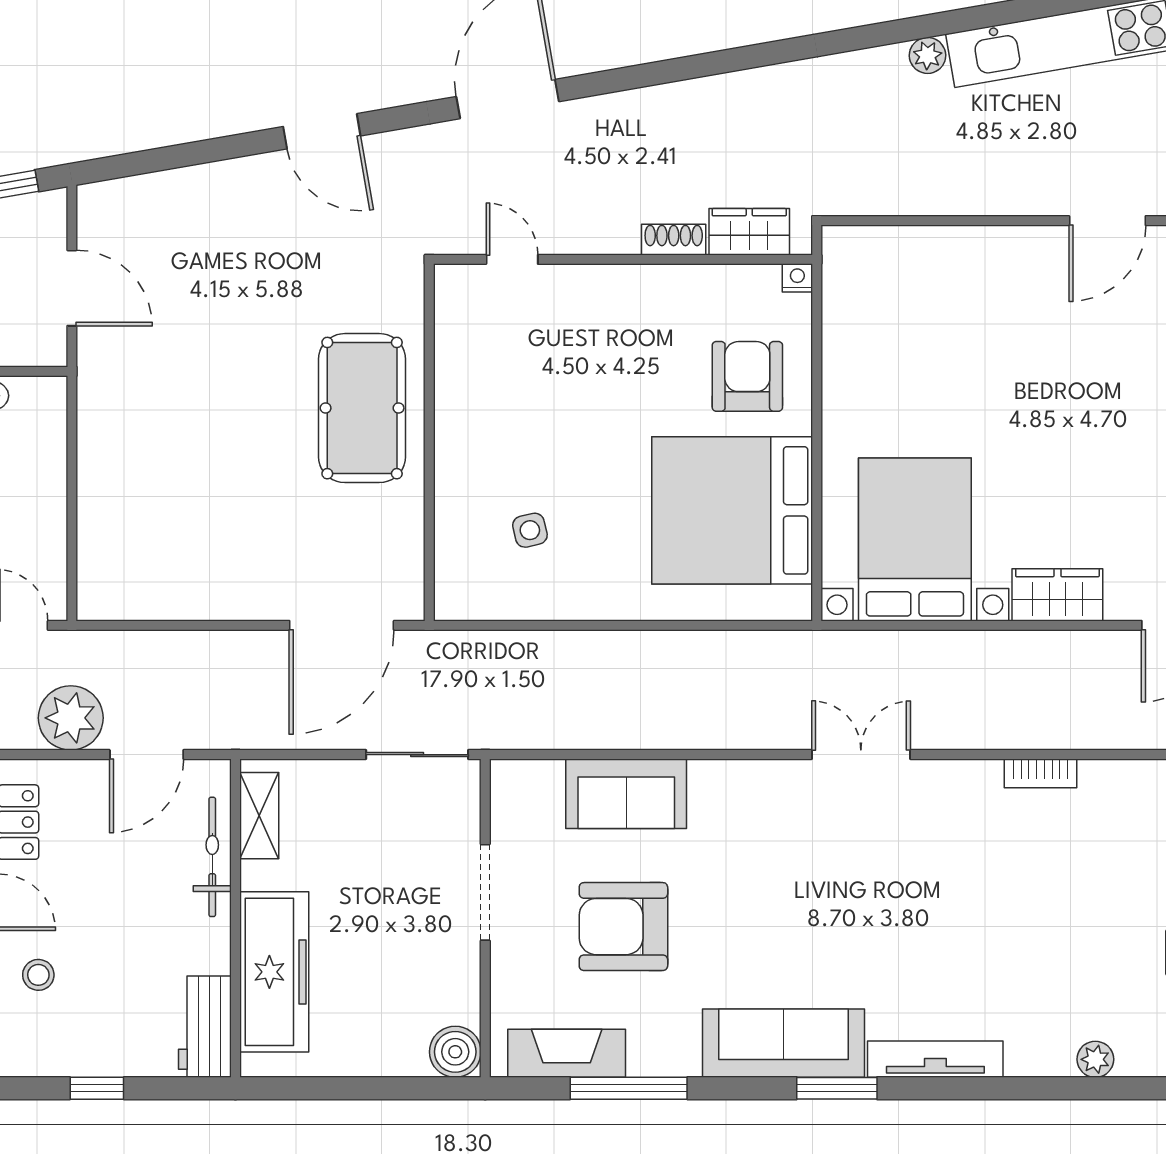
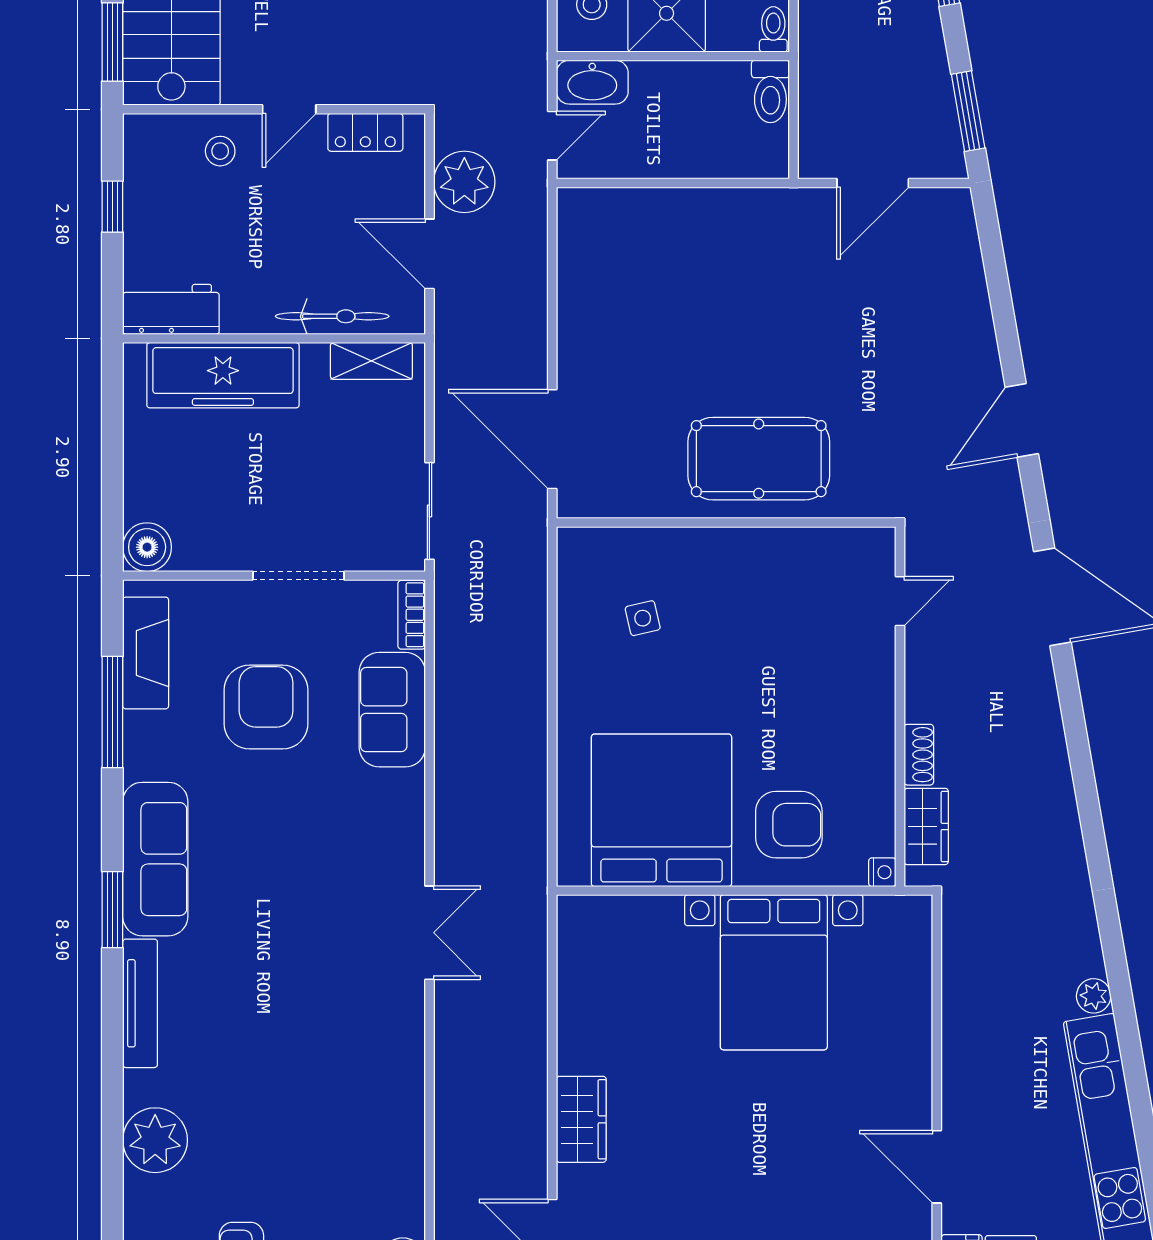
bed with nightstands: (915, 539) -> (774, 972), moved, turned 90
bookcase: (1041, 773) -> (412, 615), moved
plant: (1095, 1059) -> (155, 1140), width x1.87, depth x1.87

